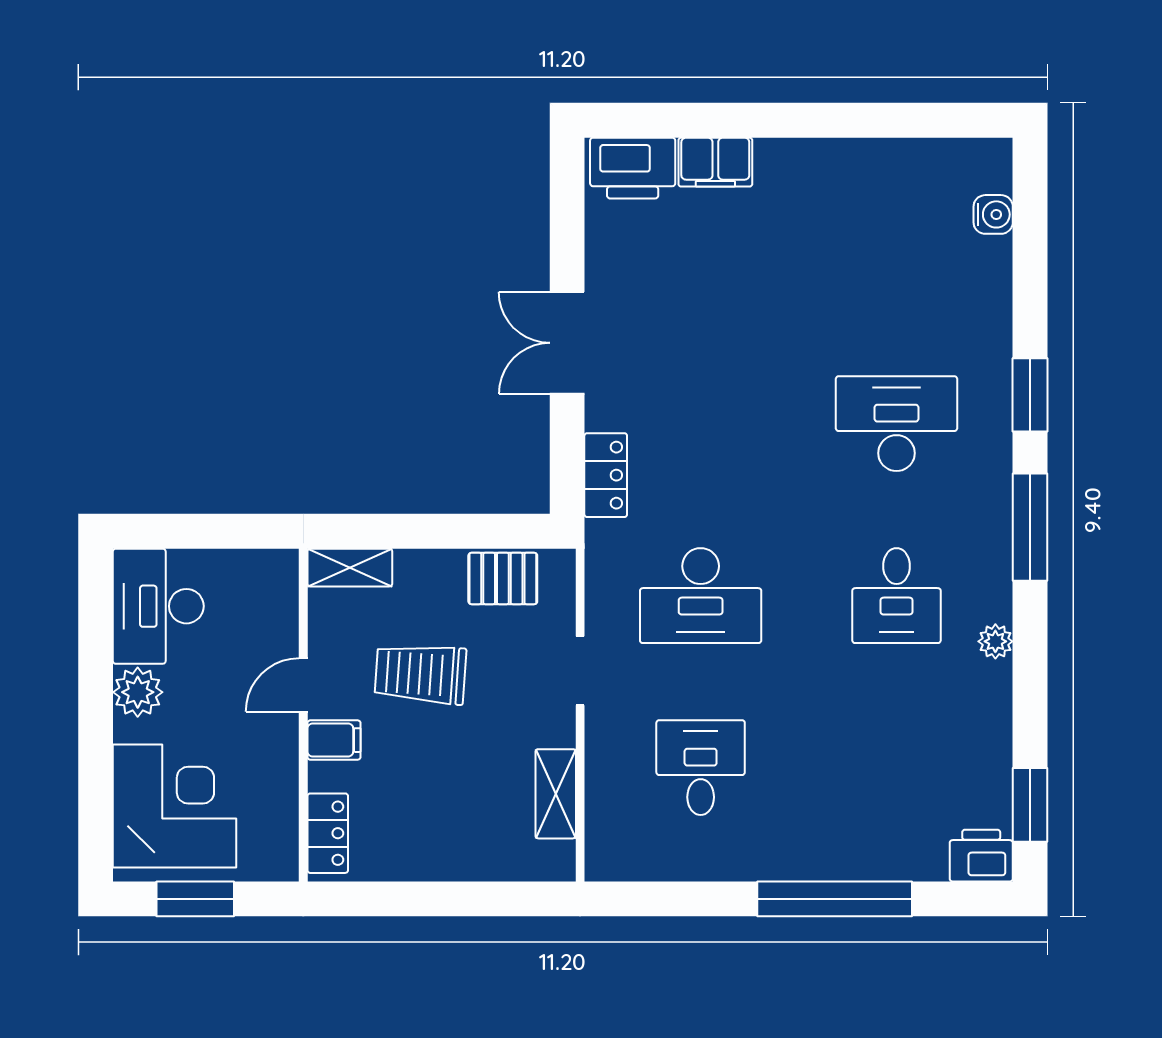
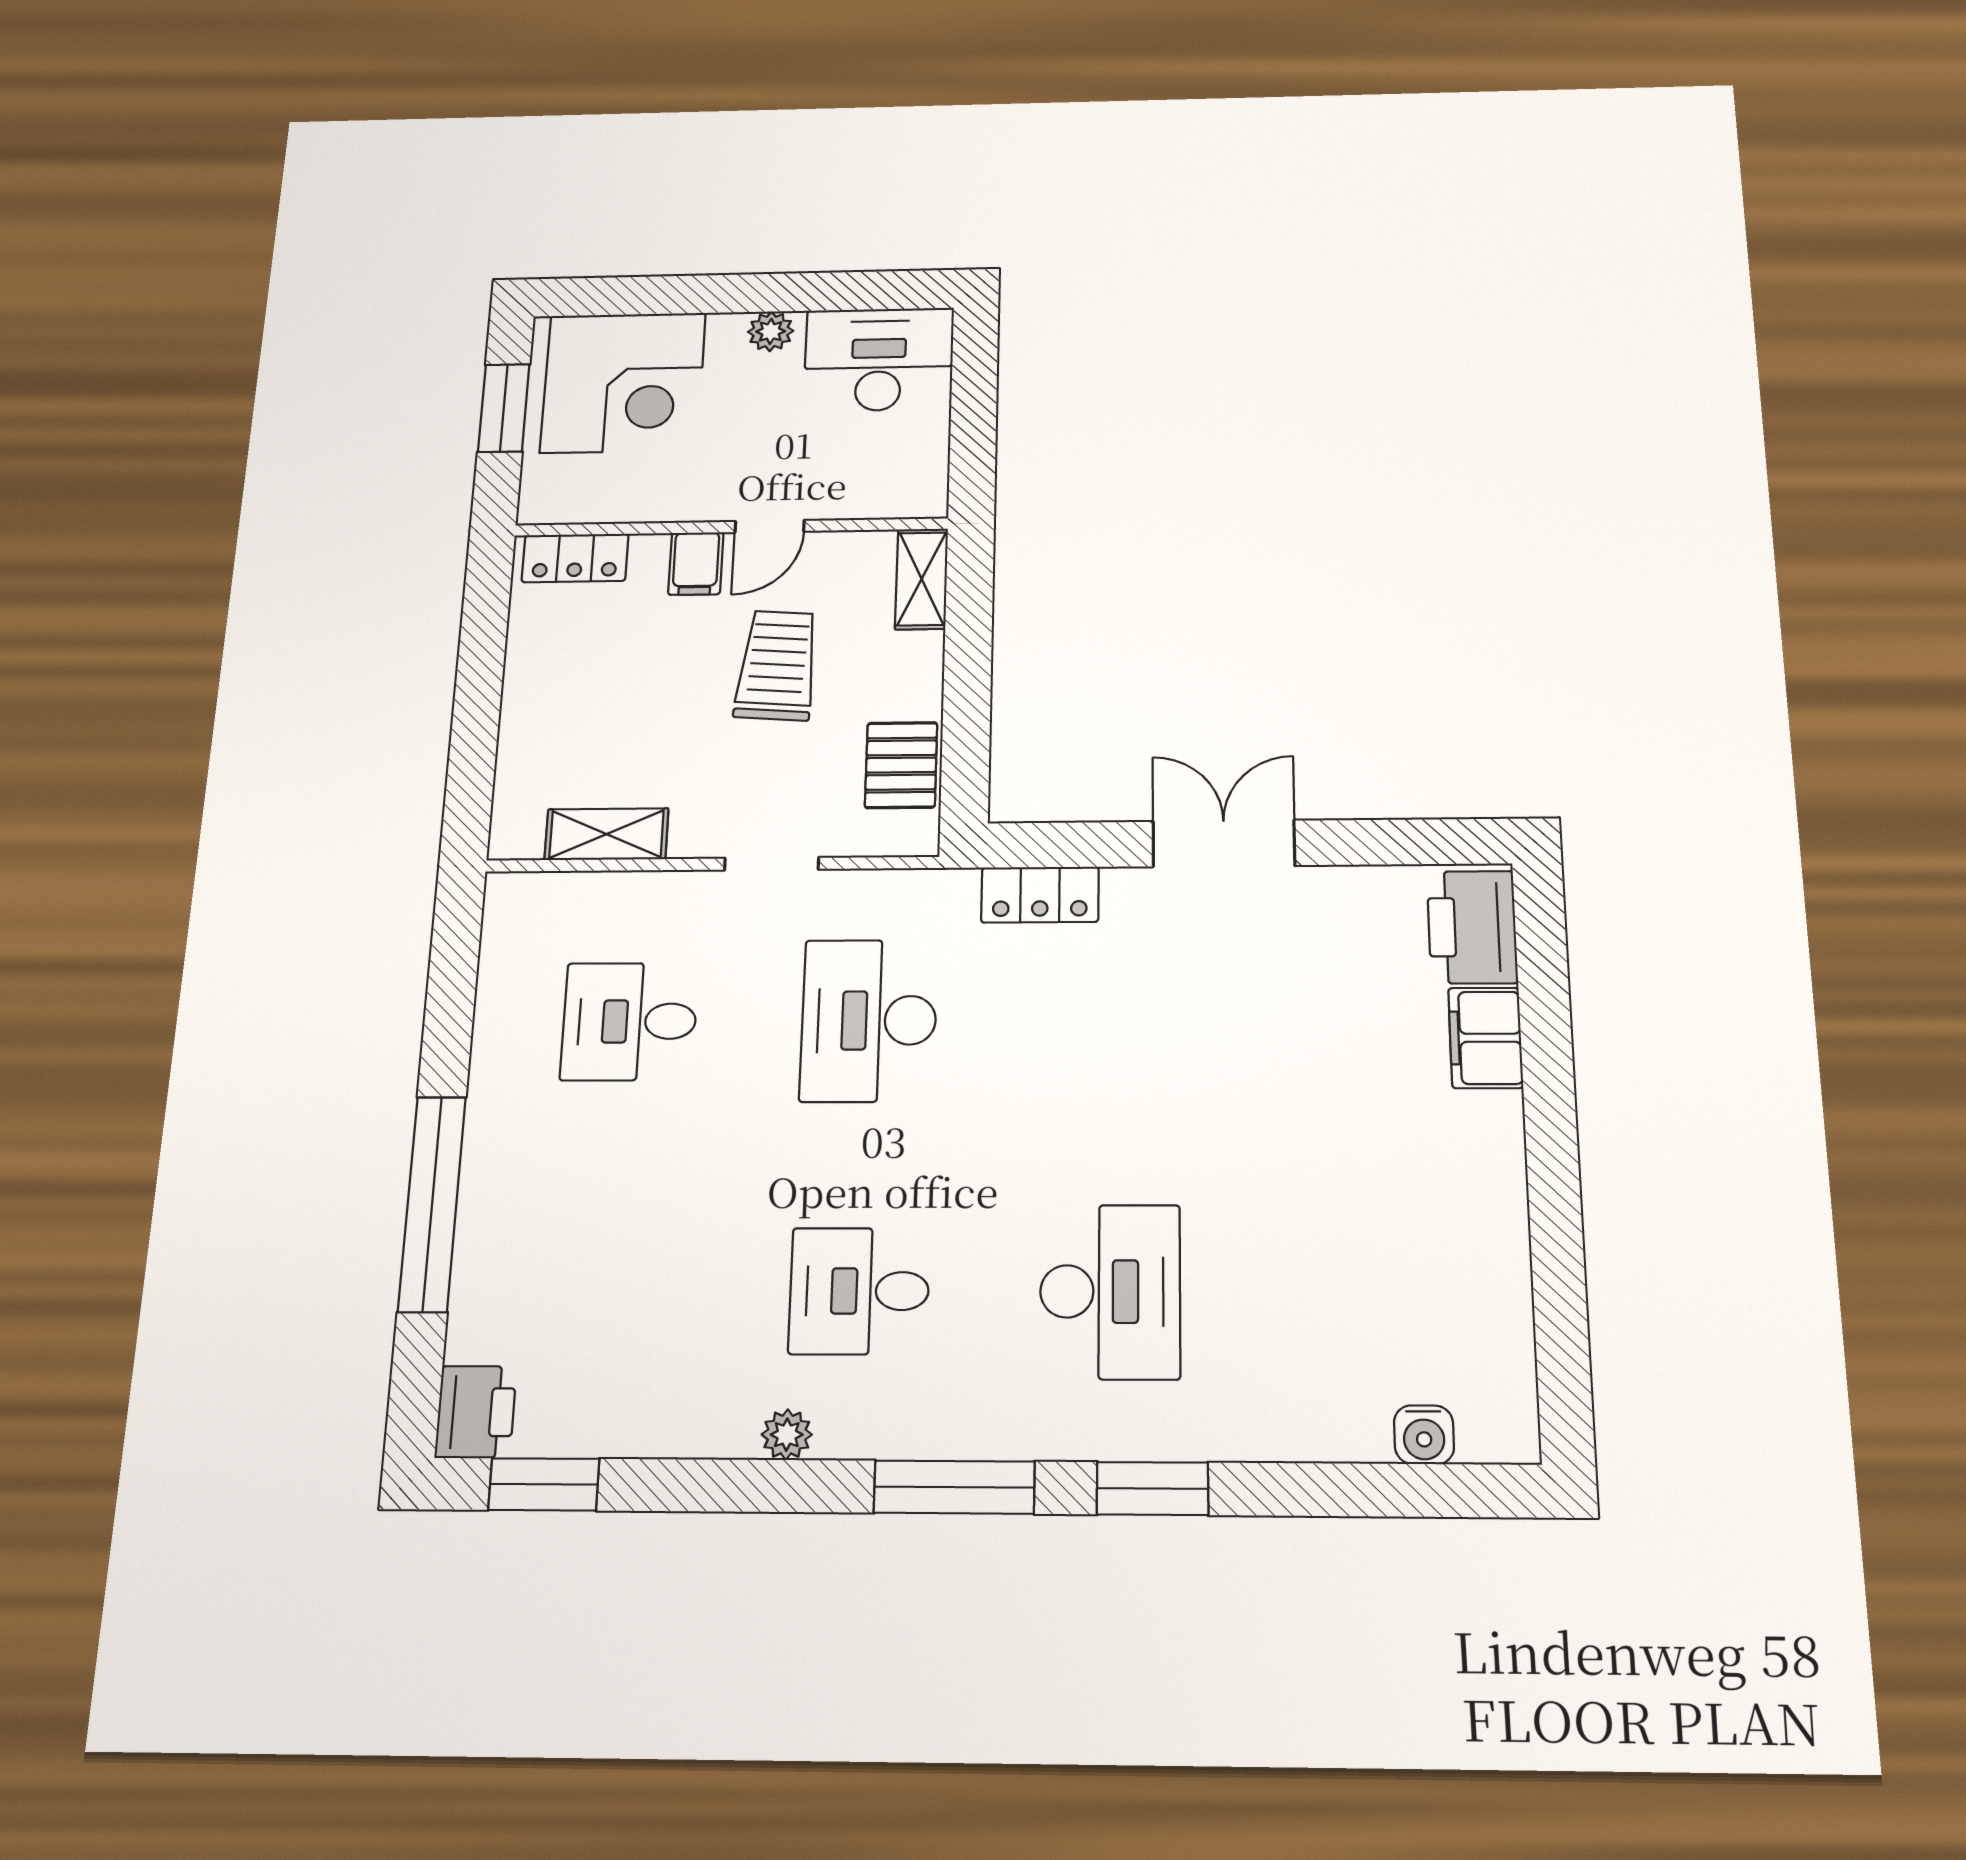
door: (303, 685) -> (770, 526), swing flipped
plant: (138, 692) -> (771, 331), width x0.73, depth x0.73
desk: (701, 768) -> (629, 1021), turned 180

